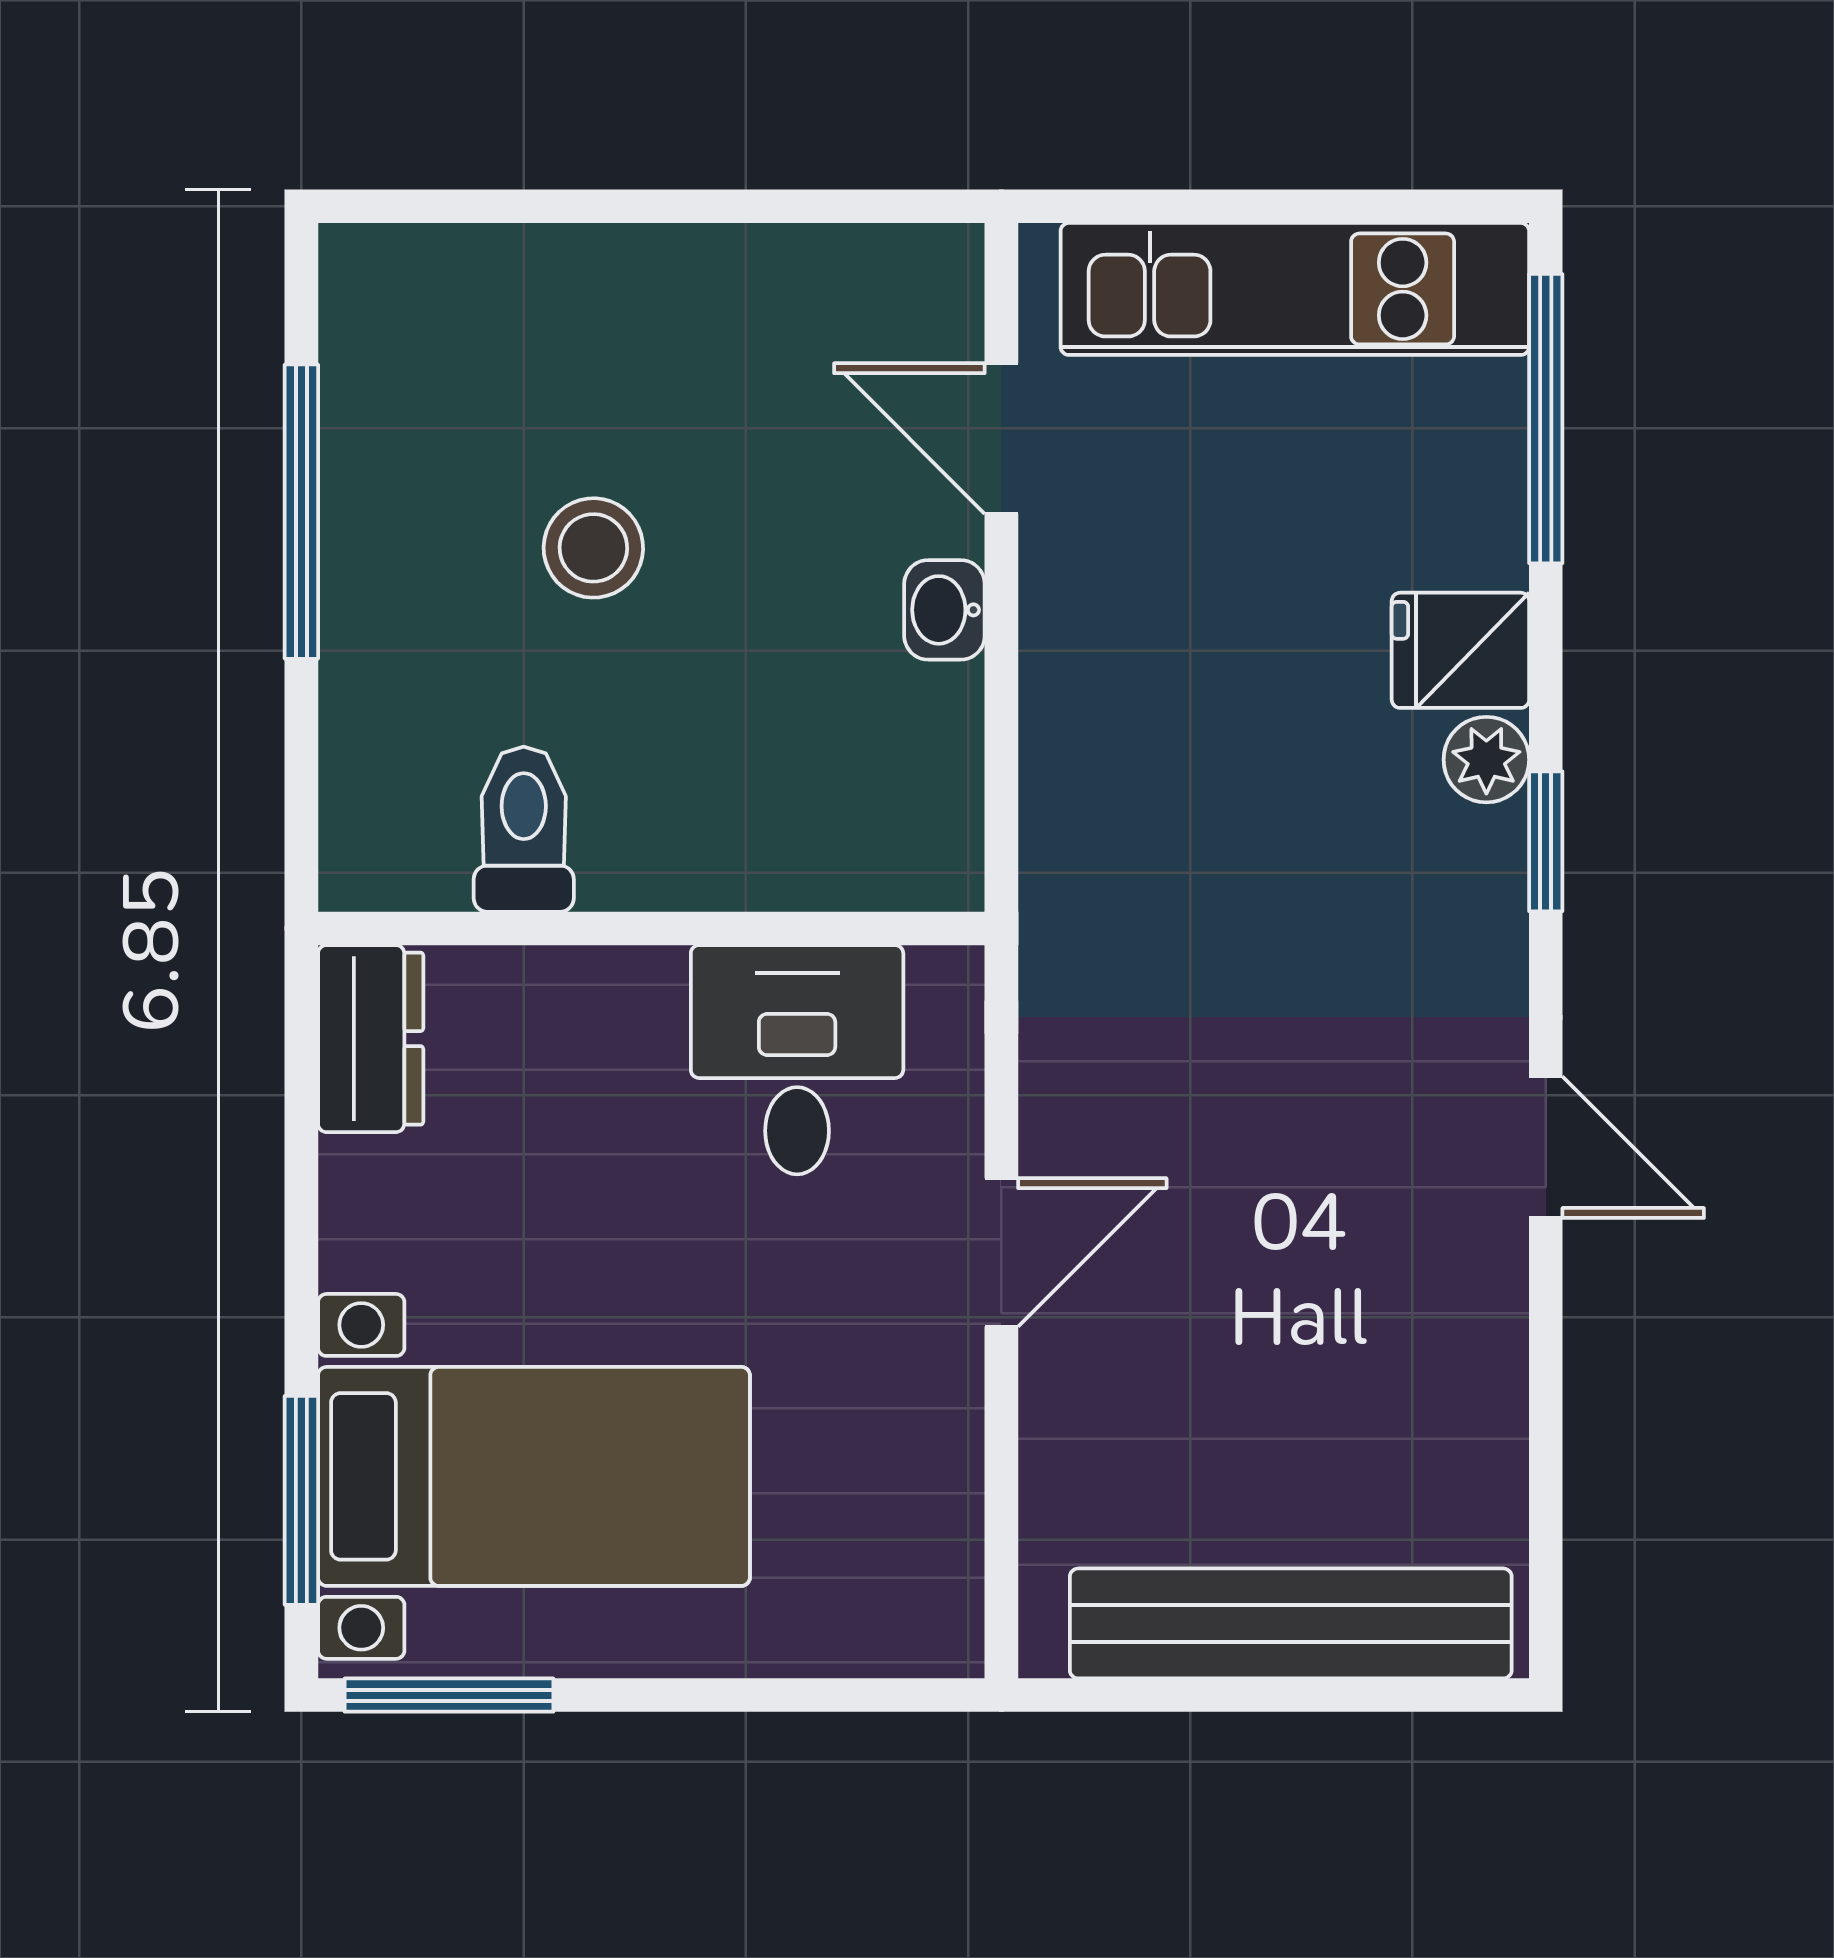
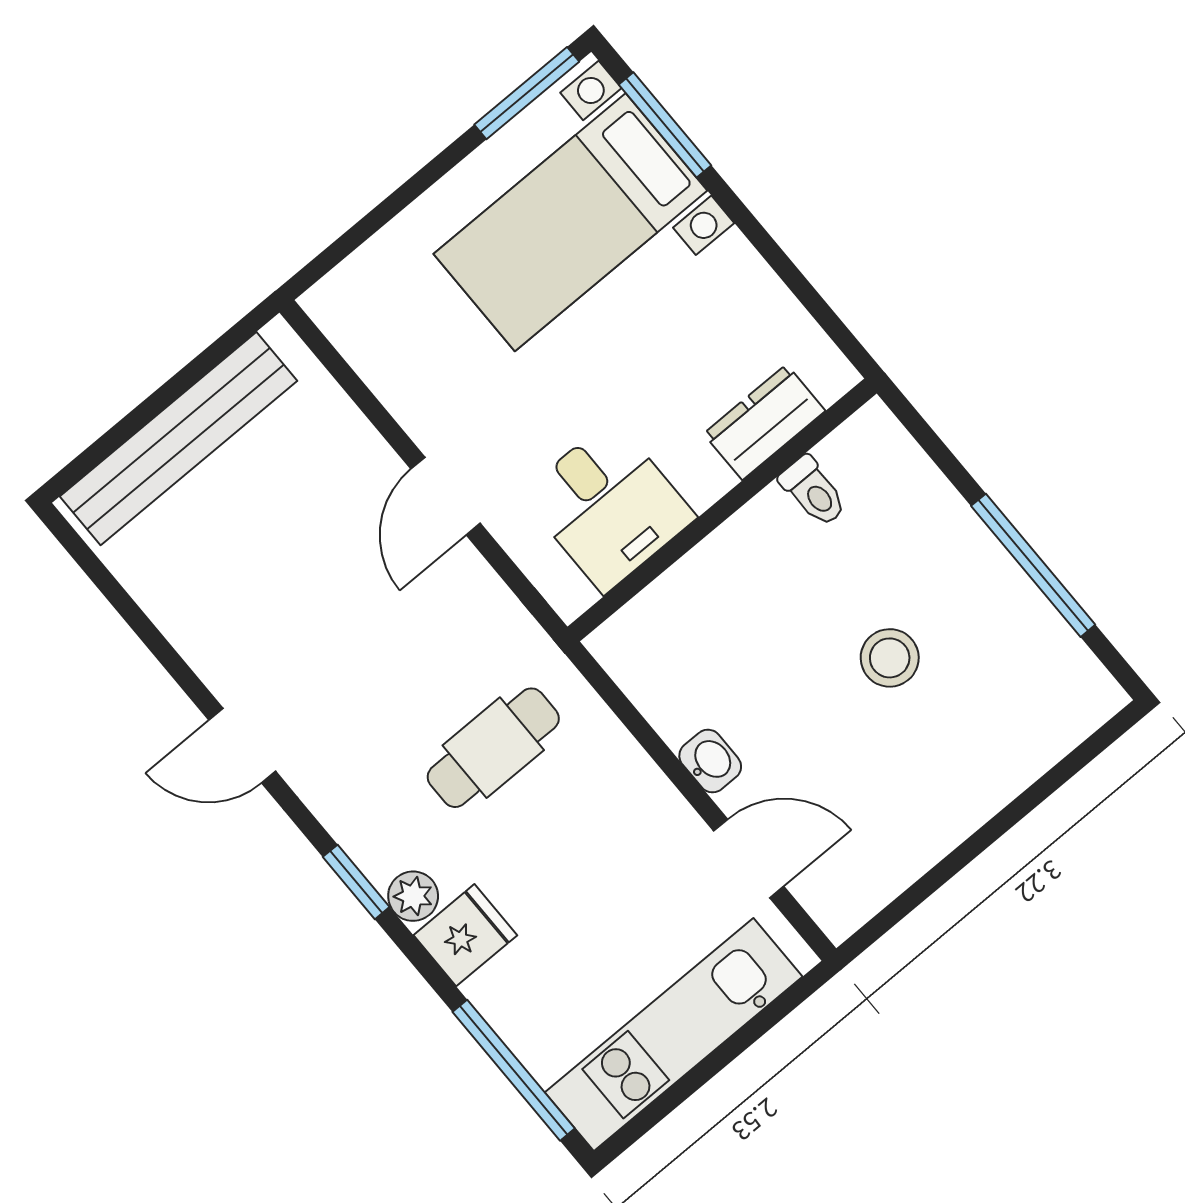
toilet: (524, 829) -> (813, 491), width x0.73, depth x0.72
cafe table: (1216, 867) -> (493, 748), added
dresser: (371, 1039) -> (764, 422), moved, turned 90

